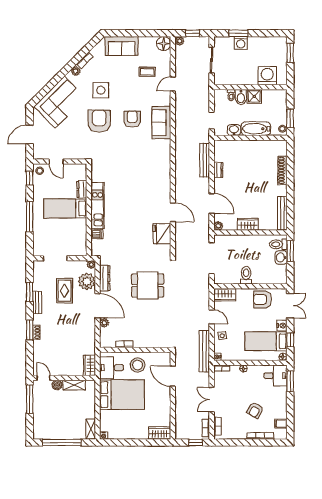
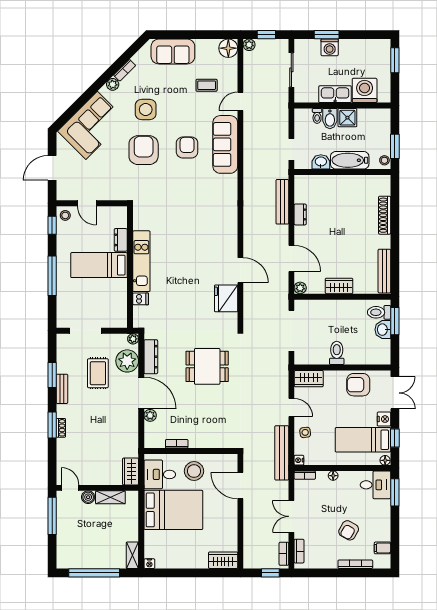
kitchen sink: (245, 78) -> (335, 94), added
sofa: (161, 123) -> (225, 144), width x1.36

